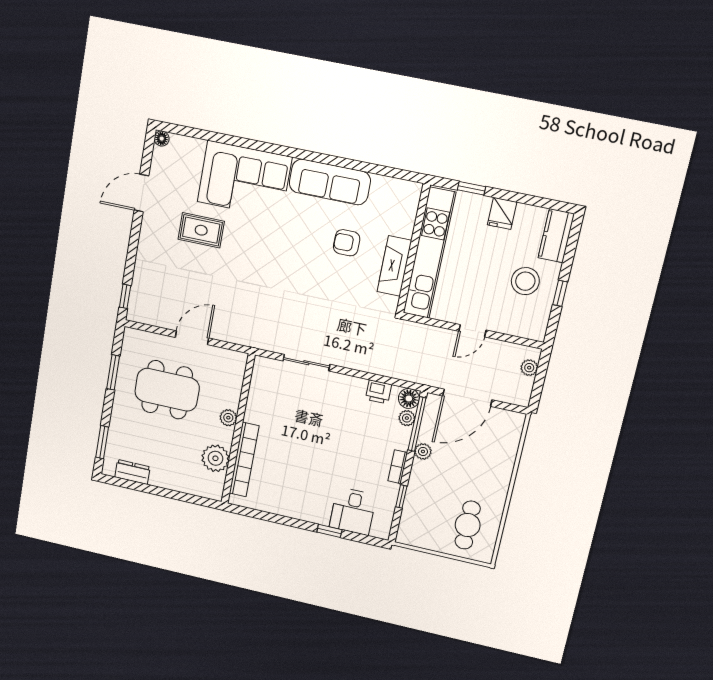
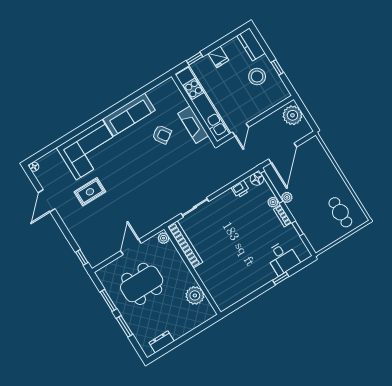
armchair: (347, 243) -> (162, 135), turned -124
door: (472, 331) -> (241, 130), moved
plant: (529, 368) -> (292, 115), width x1.87, depth x1.87
plant: (228, 418) -> (164, 238), moved
plant: (407, 418) -> (273, 202), moved
window: (102, 442) -> (124, 326), moved
bookcase: (244, 460) -> (185, 244), moved

